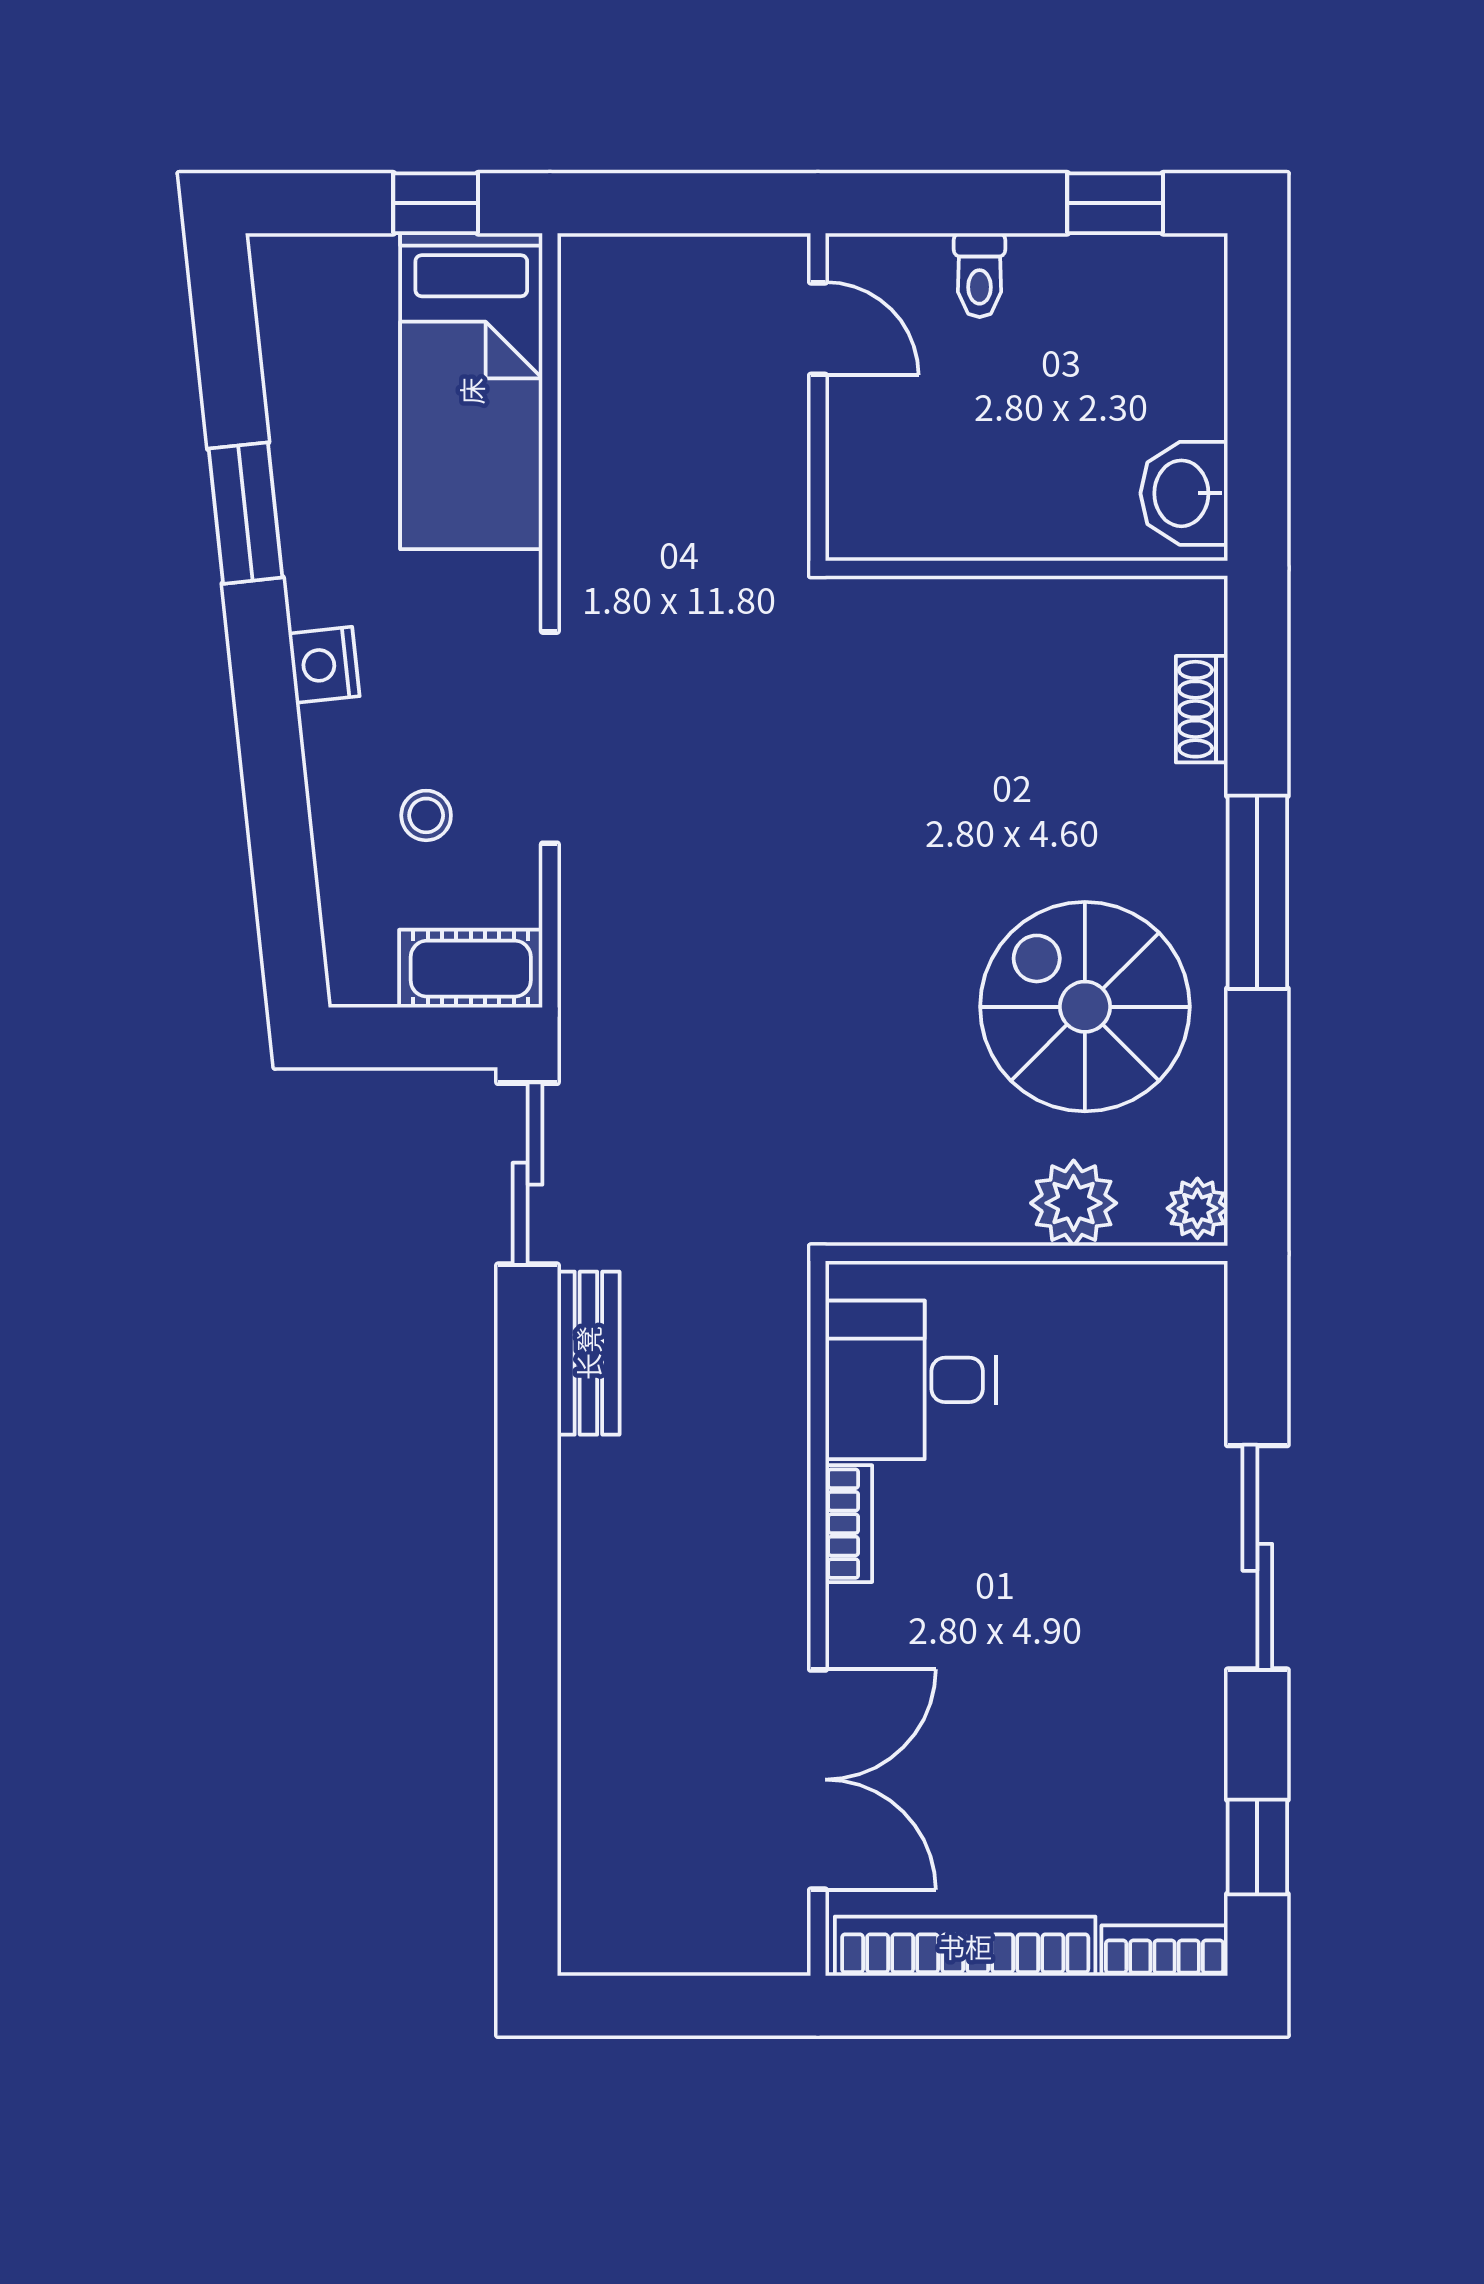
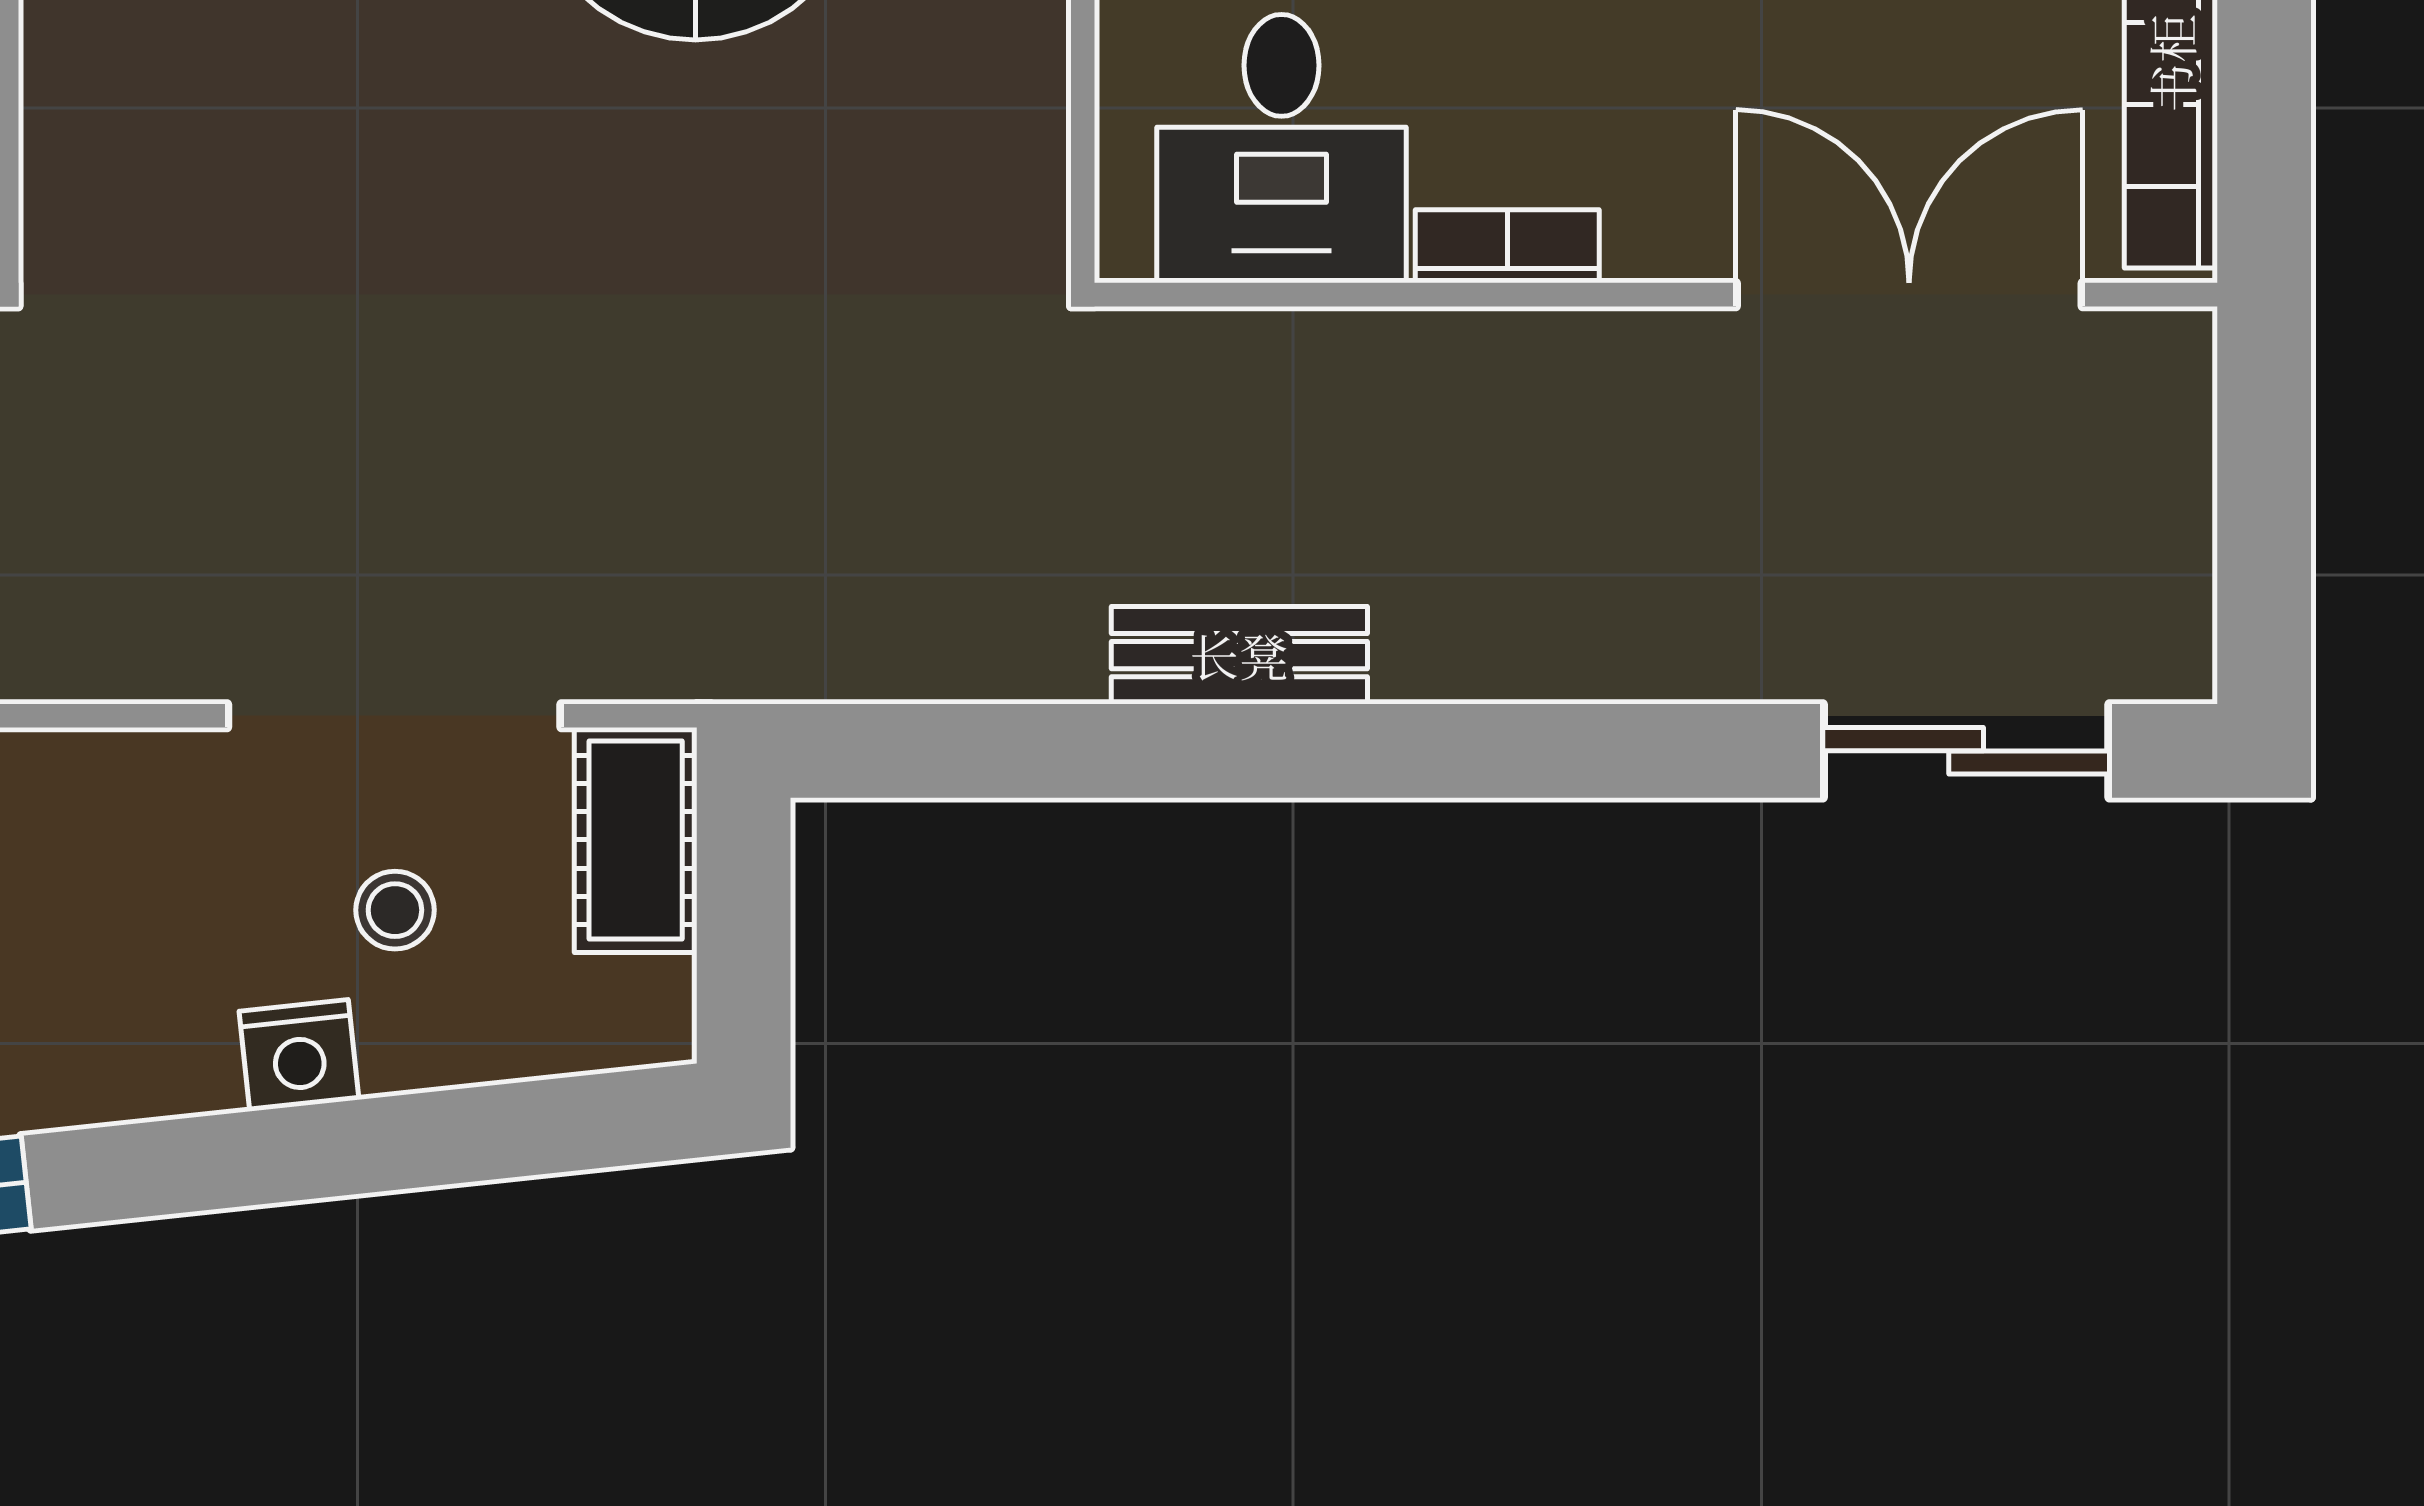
nightstand: (324, 665) -> (299, 1055), moved
doorway: (550, 738) -> (394, 716), moved
sliding door: (528, 1174) -> (1966, 751), moved

